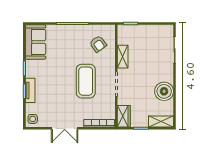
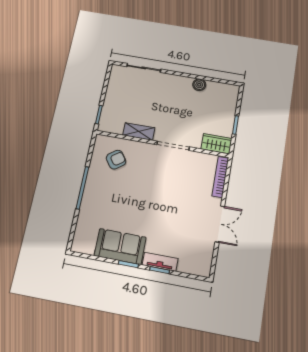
sofa: (36, 42) -> (120, 246), moved
coffee table: (86, 81) -> (161, 184), removed
boiler: (164, 91) -> (199, 85), width x0.54, depth x0.54
side table: (33, 119) -> (200, 266), removed
shelving: (161, 122) -> (231, 99), removed

